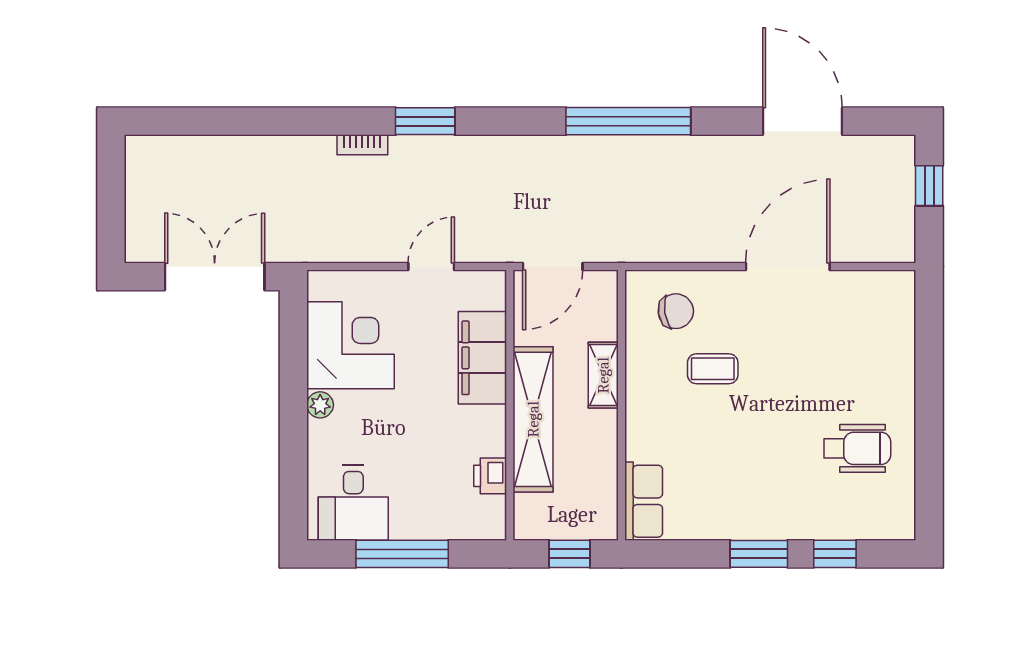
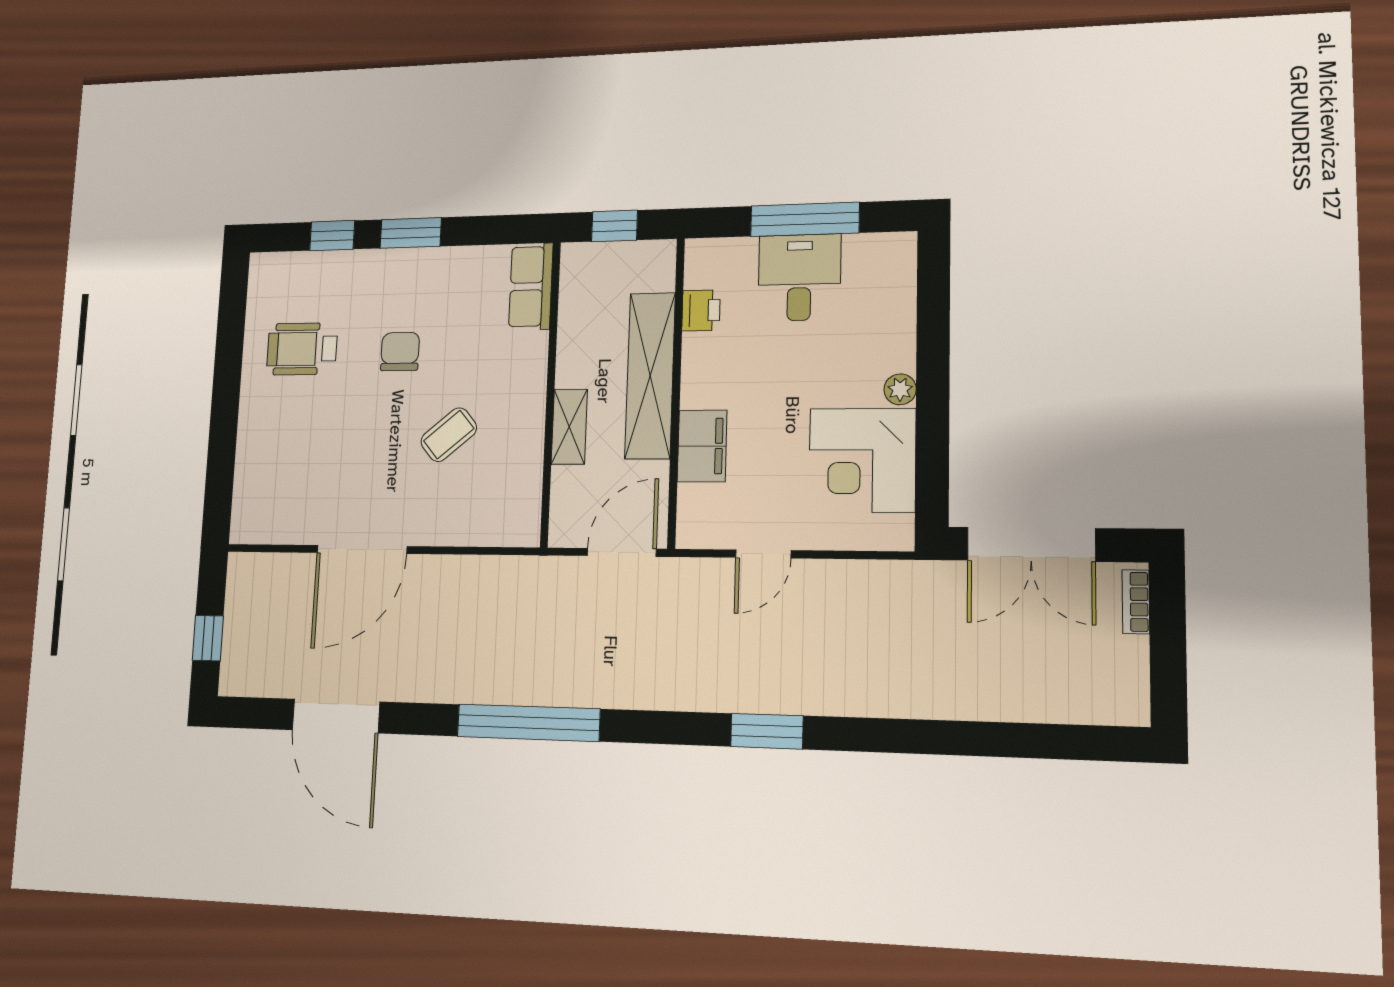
bookcase: (362, 145) -> (1136, 602), moved, turned -90
chair: (676, 311) -> (400, 352), moved, turned 99
filing cabinet: (482, 358) -> (702, 446), width x0.67, depth x0.86
coffee table: (713, 369) -> (449, 435), turned -40
desk: (353, 503) -> (799, 277), moved

